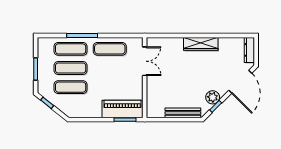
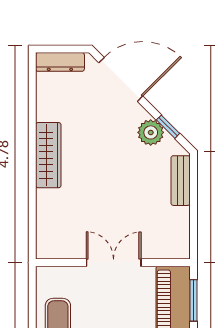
double door: (145, 61) -> (114, 263), moved
bench: (183, 113) -> (181, 181), width x0.73

